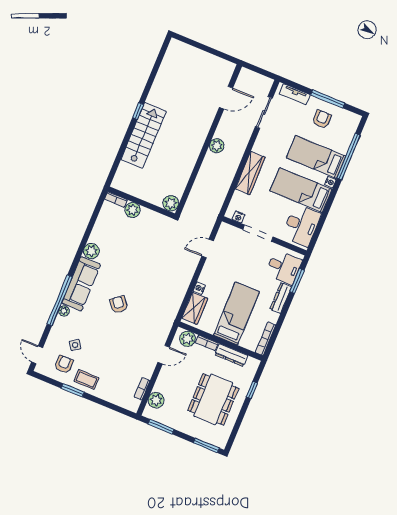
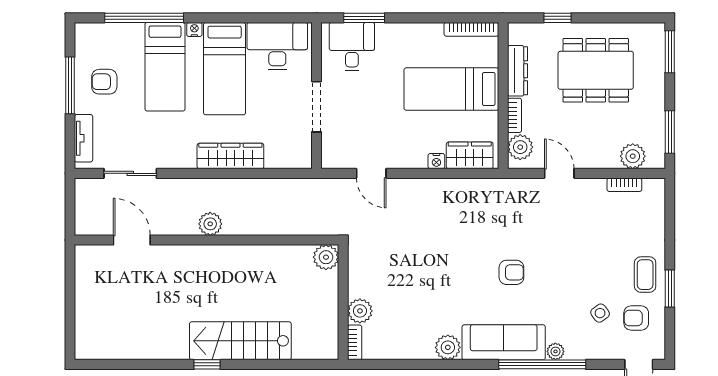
nightstand: (239, 217) -> (304, 146), removed
dresser: (281, 298) -> (400, 32), removed
armchair: (119, 305) -> (511, 272), turned -140

